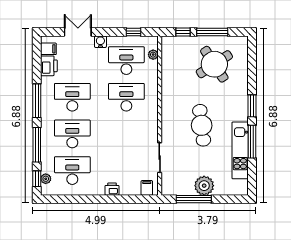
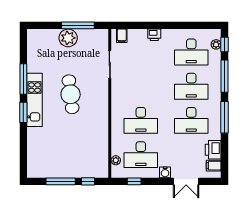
round table: (214, 64) -> (59, 151), removed
kitchen unit: (240, 150) -> (35, 100), moved

